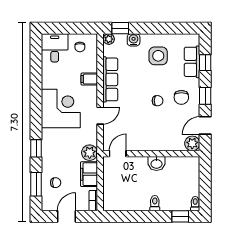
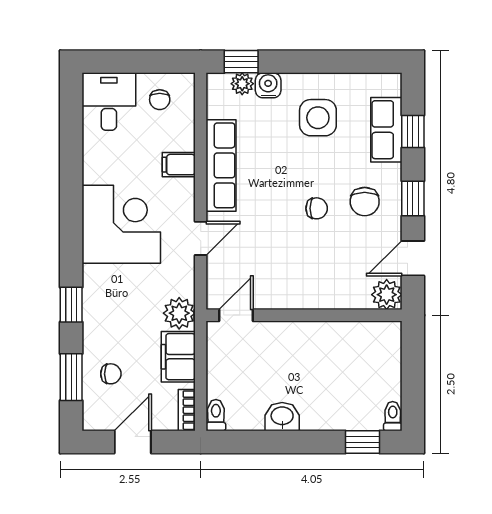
plant: (109, 39) -> (242, 84), moved
washbasin: (156, 163) -> (282, 417), moved, turned 180
toilet: (155, 203) -> (216, 415), moved

